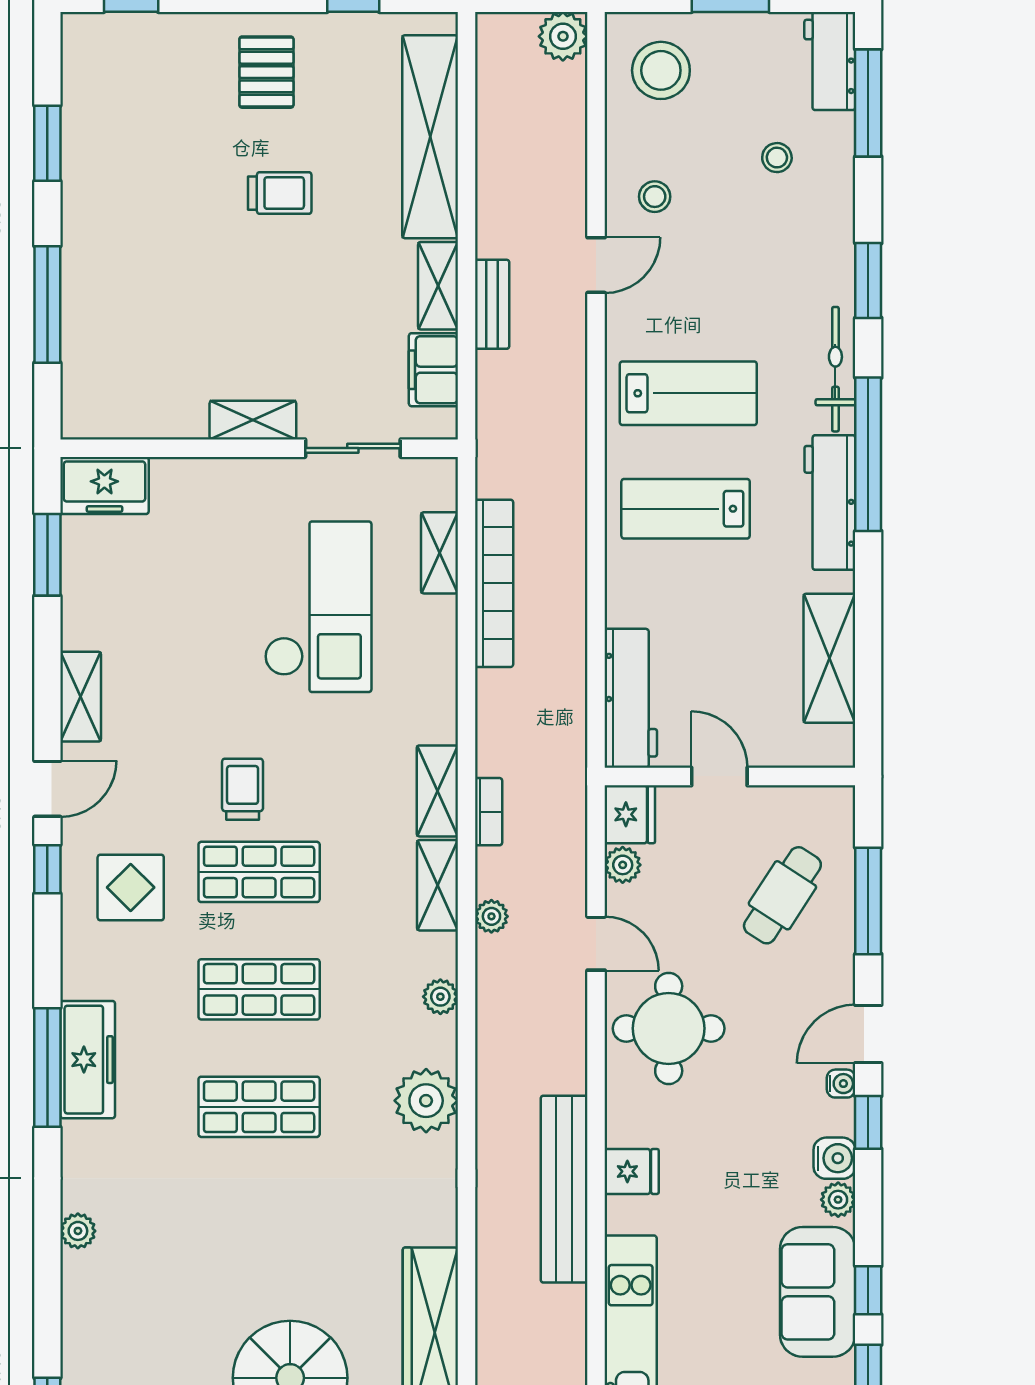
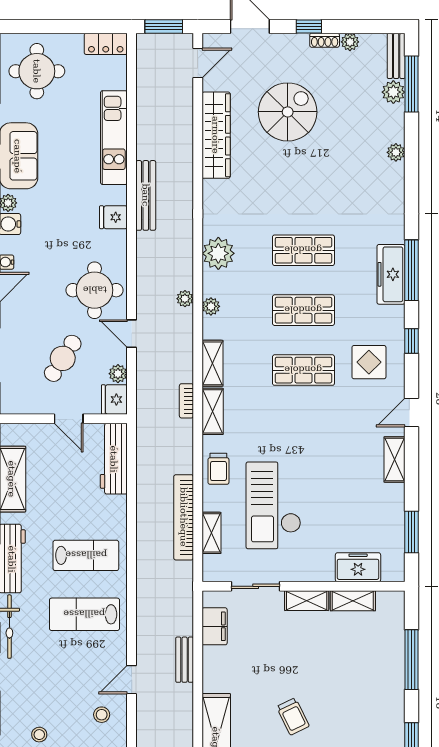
trolley: (280, 193) -> (293, 716), turned -116
shelving: (438, 286) -> (353, 601), moved, turned 90
freezer: (104, 486) -> (358, 567), moved
trolley: (243, 789) -> (218, 469), moved
window: (47, 869) -> (411, 341), moved
cafe table: (782, 895) -> (63, 358), moved
plant: (491, 916) -> (185, 299), moved
bench: (564, 1189) -> (146, 195), width x0.73, depth x0.82
plant: (78, 1231) -> (396, 152), moved

